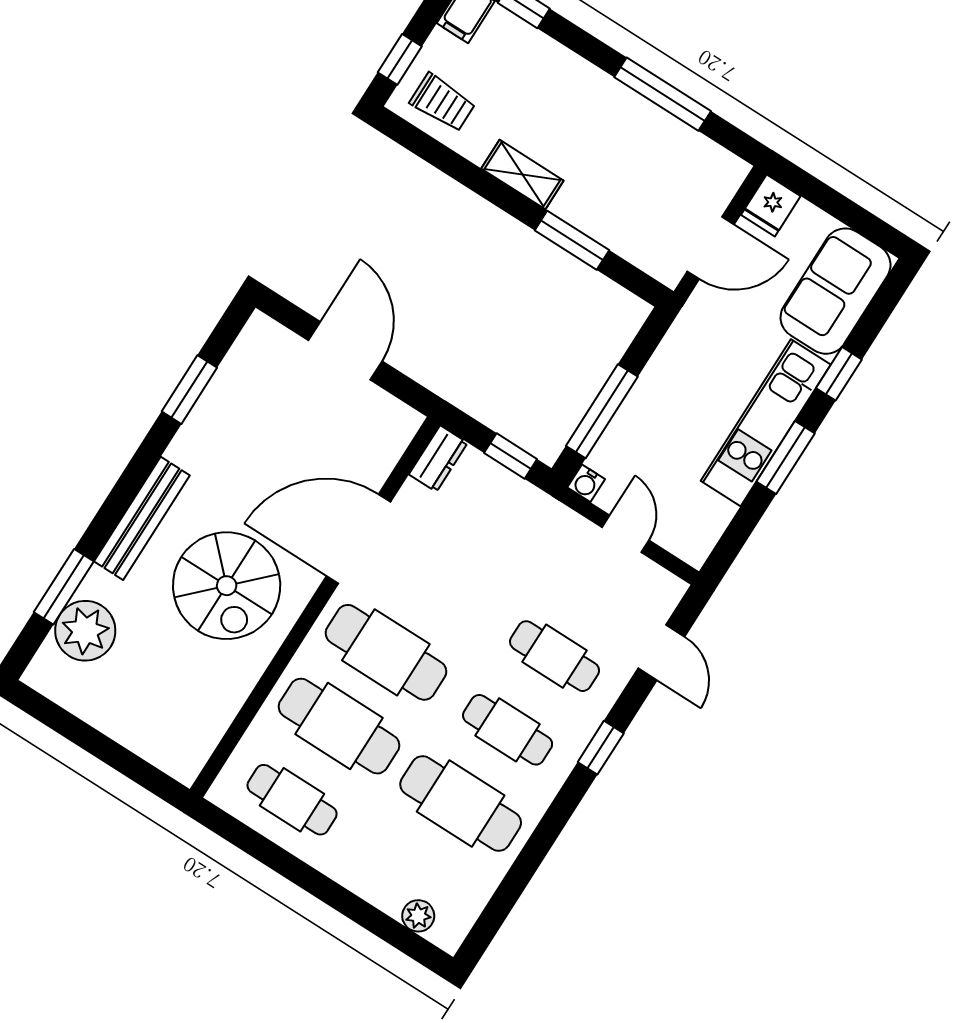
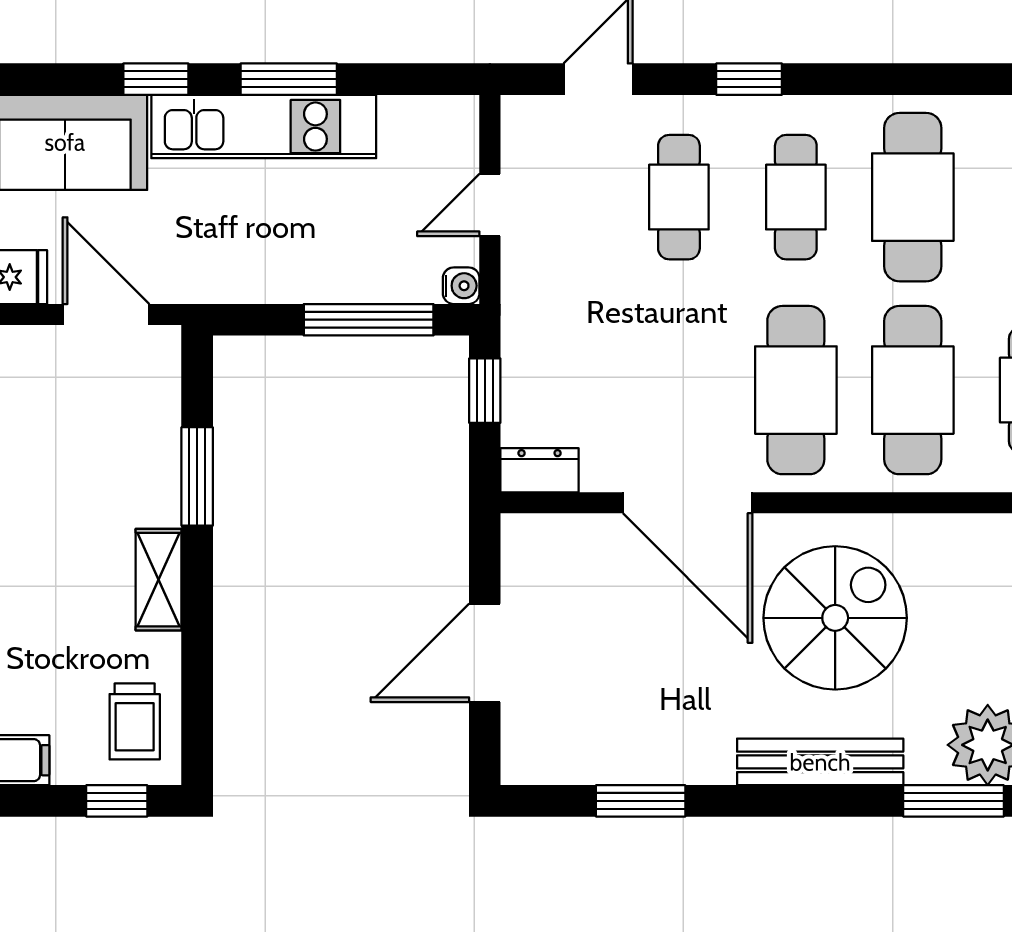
trolley: (443, 103) -> (135, 721), turned 180

